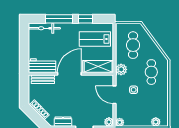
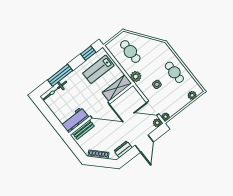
window: (85, 19) -> (88, 53), moved
cafe table: (151, 72) -> (174, 72), moved
door: (69, 74) -> (100, 110), swing flipped
door: (114, 95) -> (153, 108), moved

